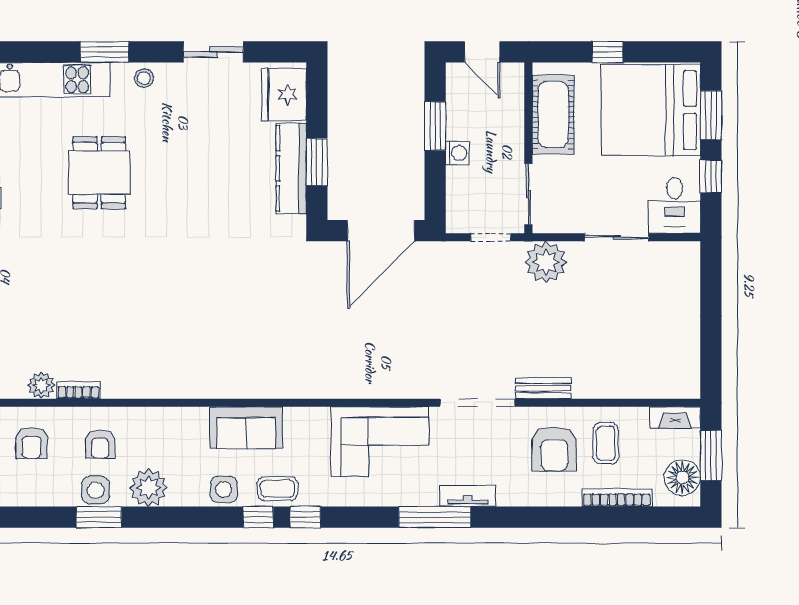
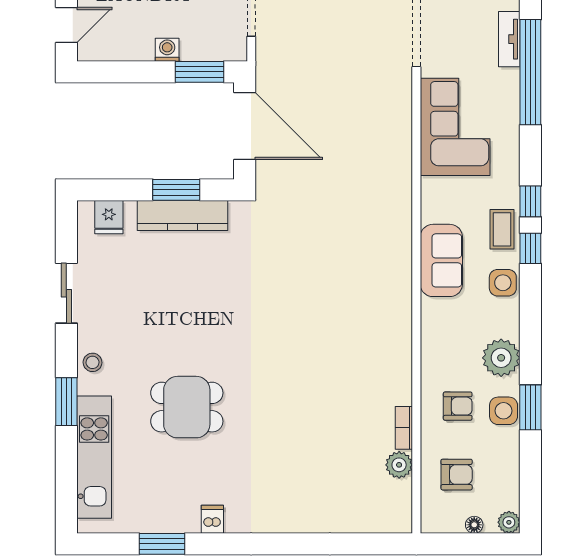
fridge: (284, 95) -> (109, 217), width x0.53, depth x0.75
window: (435, 126) -> (200, 72), moved
window: (435, 517) -> (530, 72), width x1.46

